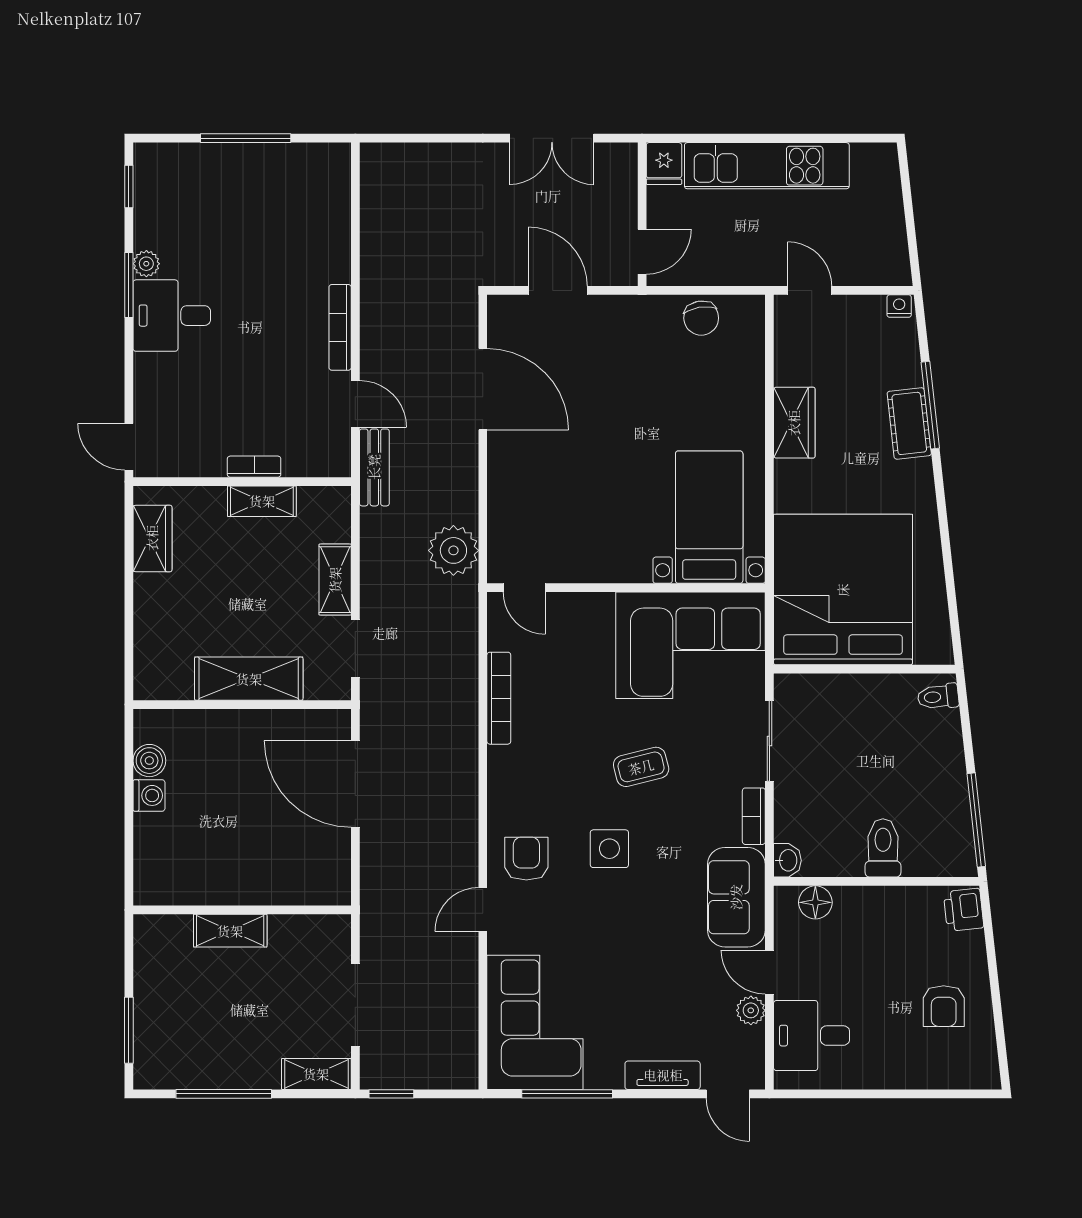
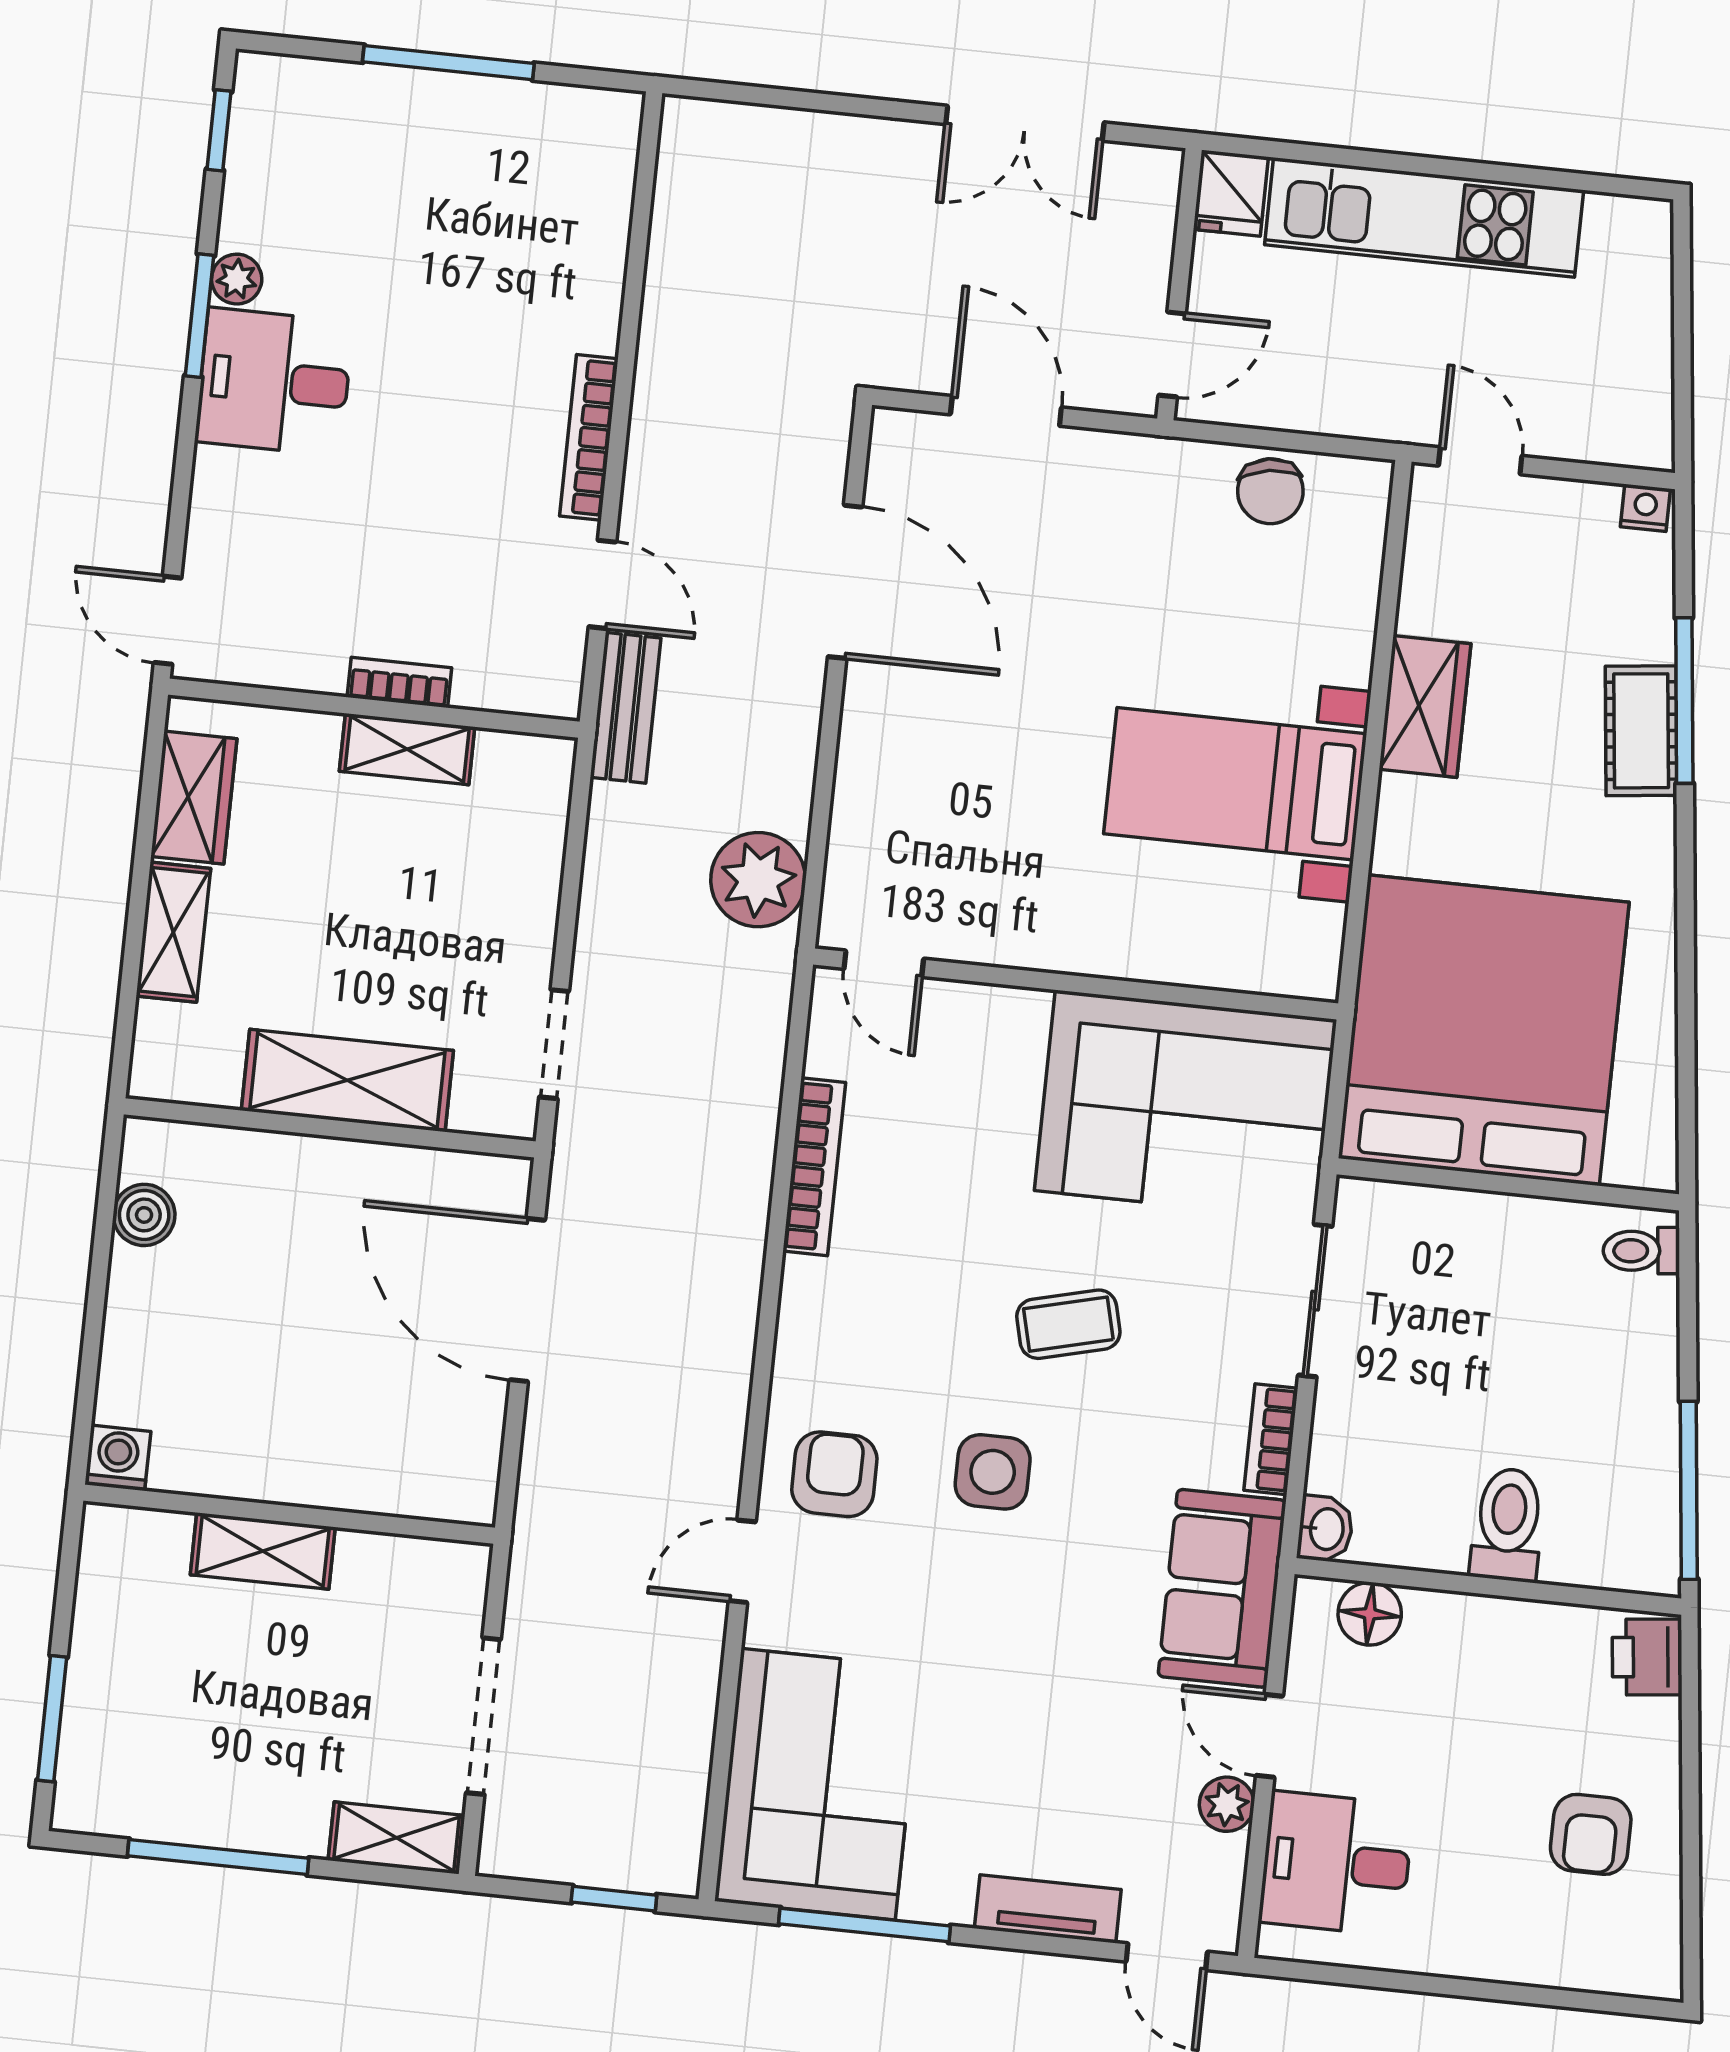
bed with nightstands: (709, 517) -> (1235, 784), moved, turned -90
shelving: (335, 580) -> (173, 932), moved
washing machine: (149, 795) -> (118, 1458), moved, turned -90
window: (391, 1094) -> (614, 1899), moved

